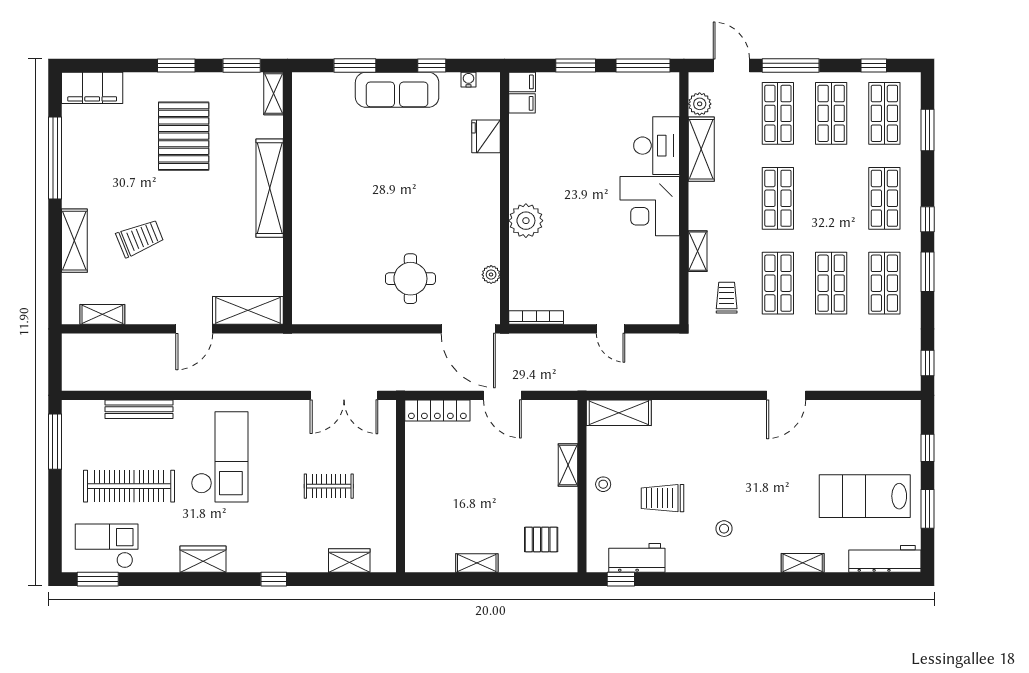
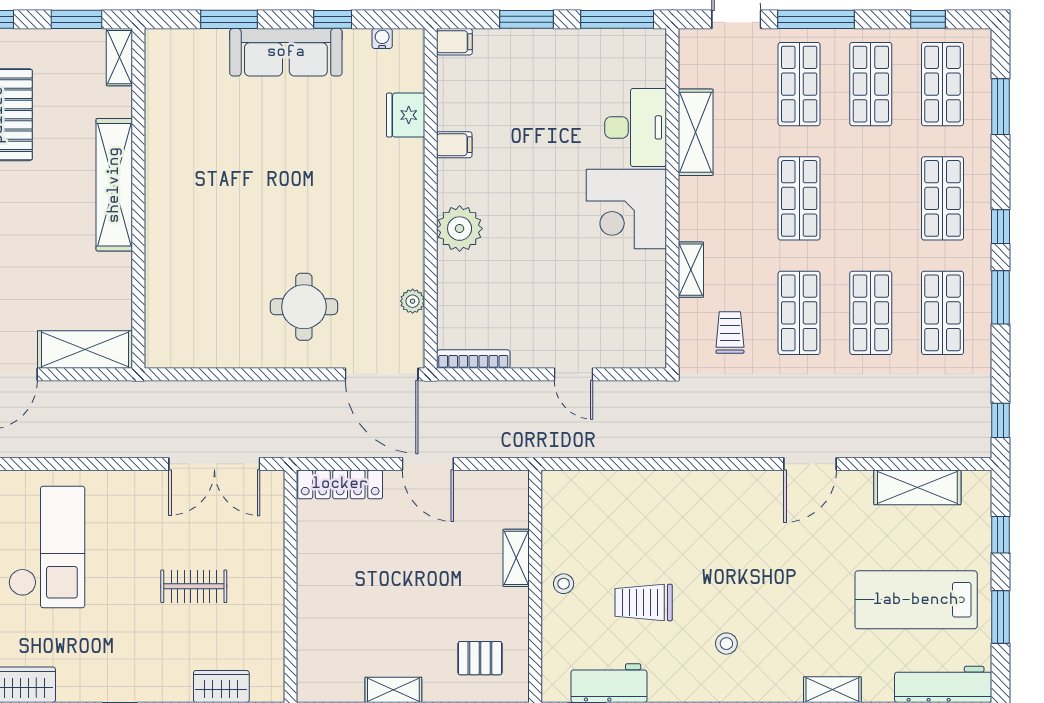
filing cabinet: (522, 103) -> (454, 145), moved
plant: (700, 104) -> (694, 71), removed
shelving: (619, 413) -> (917, 487), moved

